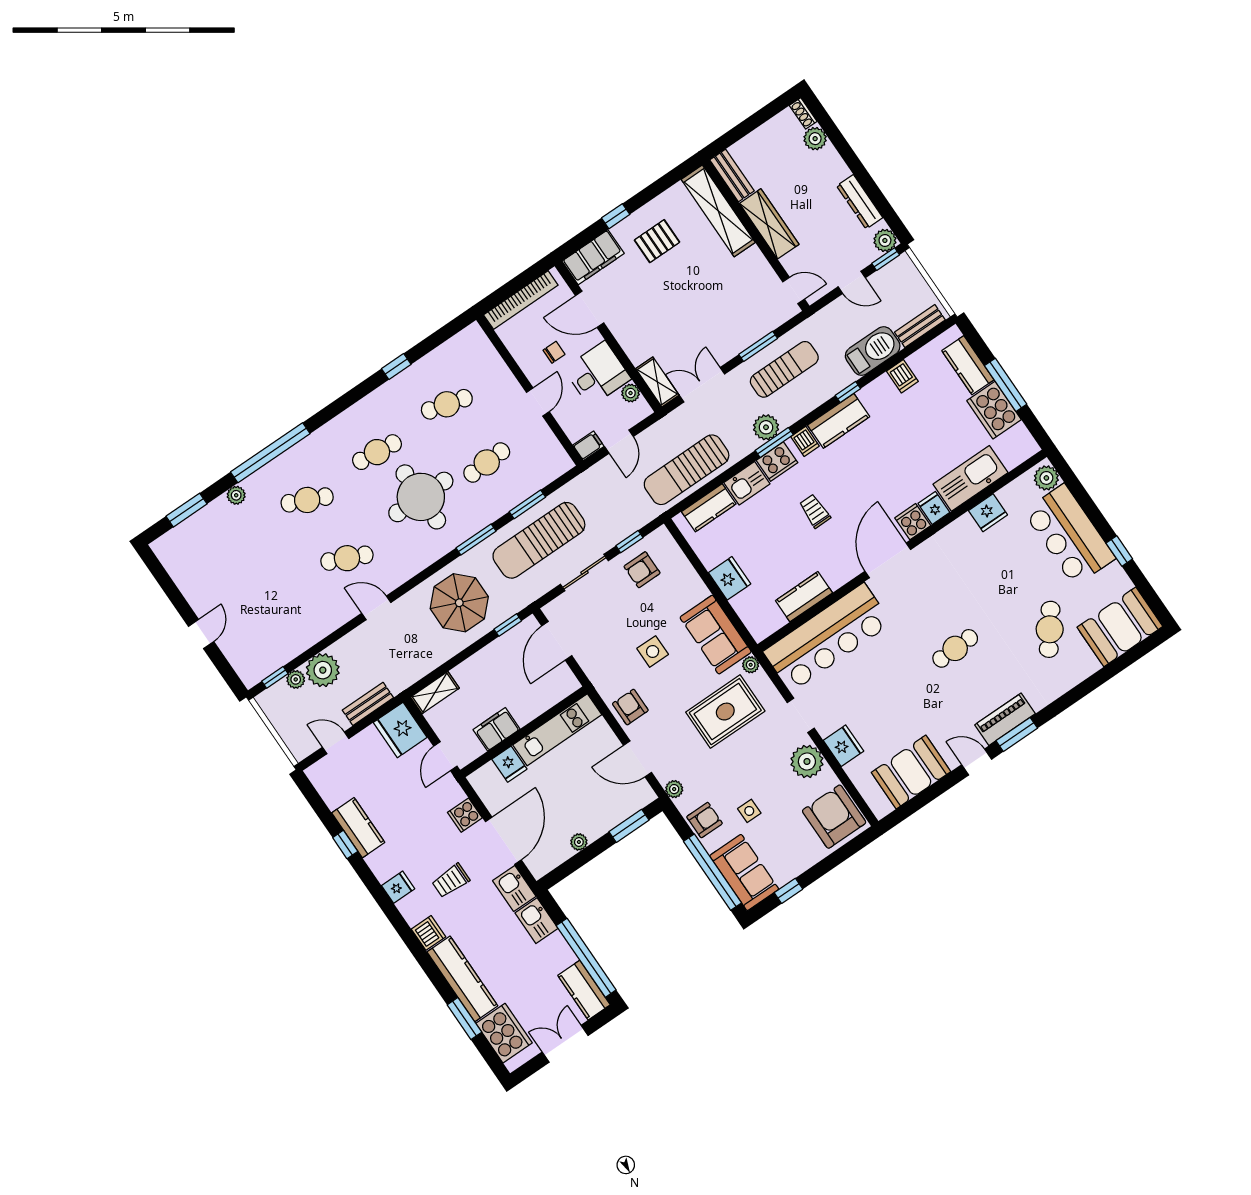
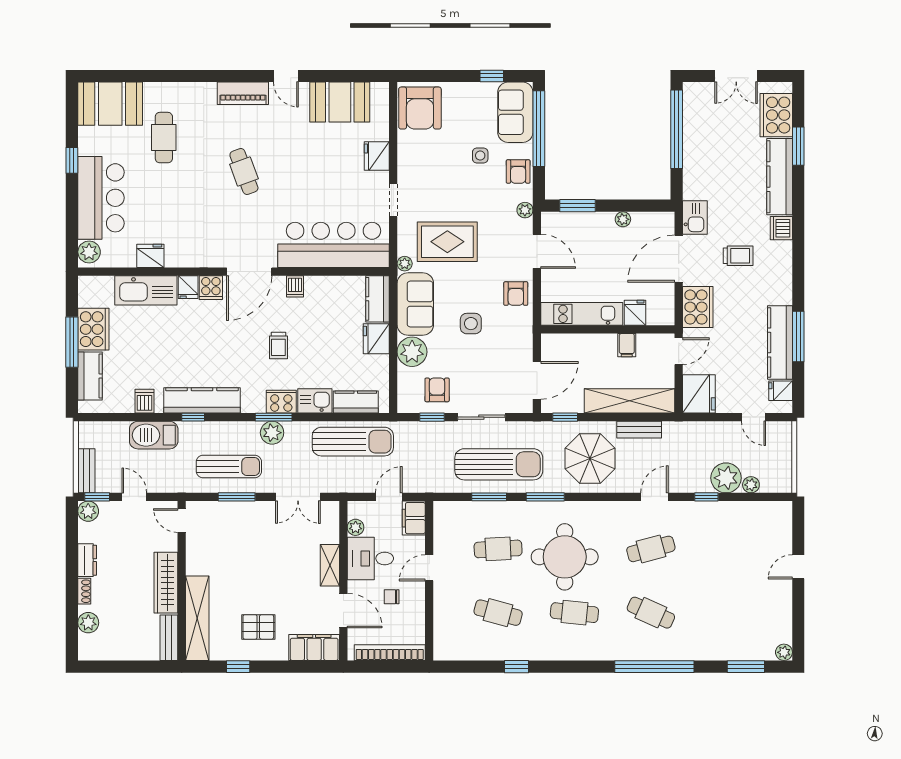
shoe rack: (803, 113) -> (84, 591), moved
dresser: (860, 202) -> (87, 560), width x0.70
window: (616, 216) -> (238, 667), moved
bench: (920, 326) -> (86, 471), moved, turned 90
sun lounger: (784, 369) -> (229, 467), turned 180
shelving: (657, 382) -> (330, 565), moved
kitchen counter: (839, 421) -> (202, 400), width x1.50
dishwasher: (805, 441) -> (295, 286), moved, turned 180
filing cabinet: (588, 446) -> (414, 518), width x2.00
plant: (236, 495) -> (784, 652), moved
cafe table: (347, 558) -> (651, 549), turned -39
armchair: (642, 570) -> (437, 390), turned -90
kitchen counter: (804, 597) -> (378, 299), moved, turned 90
door: (376, 608) -> (654, 497), swing flipped
cafe table: (1050, 629) -> (164, 138), turned -37
cafe table: (955, 648) -> (244, 172), turned 72
window: (275, 677) -> (706, 497), moved
shelving: (435, 693) -> (629, 401), width x2.20, depth x1.33
bench: (368, 704) -> (639, 430), moved
filing cabinet: (497, 729) -> (627, 345), width x0.50
window: (1017, 734) -> (242, 76), removed
plant: (807, 762) -> (412, 352), moved
cooker: (465, 815) -> (698, 307), width x1.87, depth x1.31
armchair: (705, 820) -> (518, 172), turned -90
kitchen counter: (358, 828) -> (780, 342), width x1.50
window: (345, 845) -> (798, 337), width x2.17
fridge: (398, 887) -> (781, 391), moved
kitchen sink: (536, 921) -> (695, 182), removed
kitchen counter: (584, 990) -> (695, 106), removed

